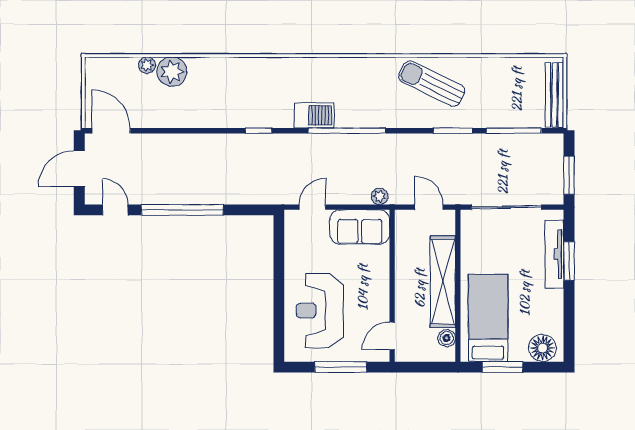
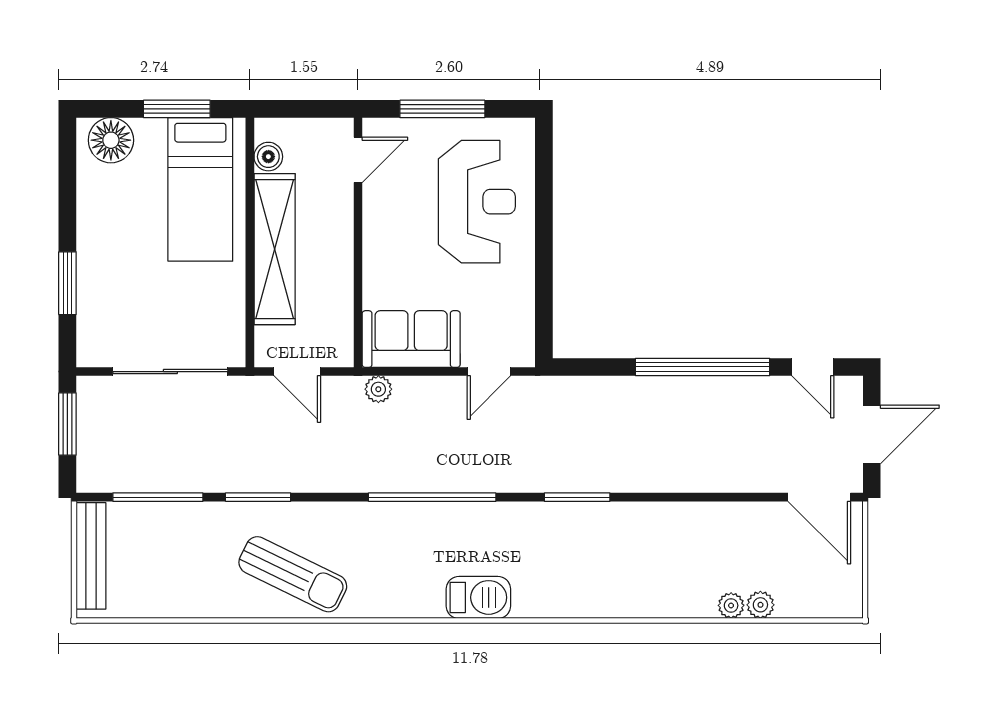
plant: (172, 72) -> (731, 605), width x0.53, depth x0.53
barbecue: (314, 115) -> (478, 597), moved, turned 180
window: (259, 131) -> (577, 497), width x1.50
tv unit: (554, 254) -> (91, 295), removed

